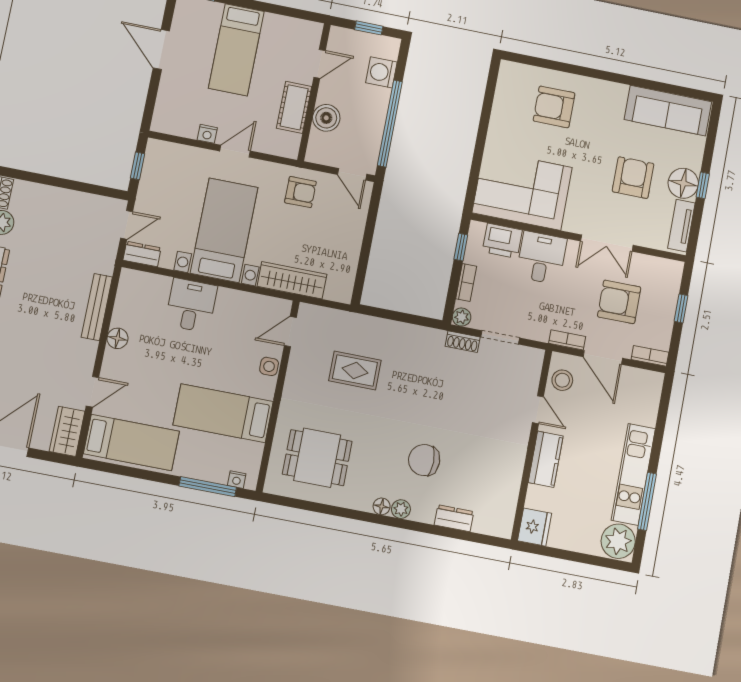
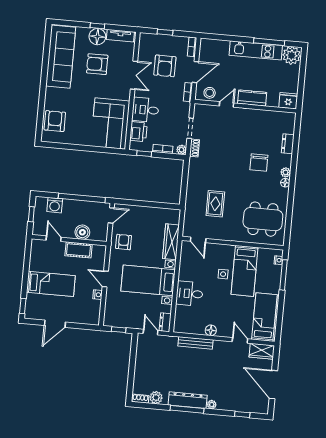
armchair: (554, 107) -> (55, 121), moved, turned 180
sofa: (668, 111) -> (61, 57), width x1.36, depth x1.27
side table: (269, 366) -> (223, 274), moved
dining table: (317, 458) -> (263, 219), width x1.38

